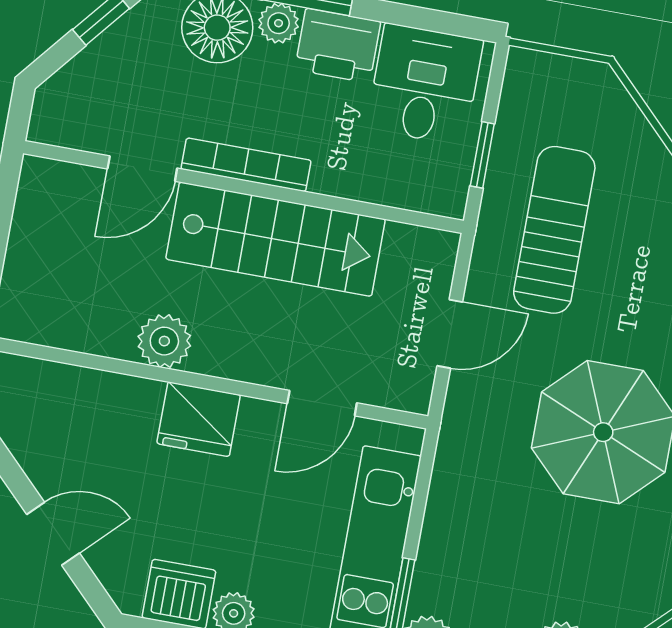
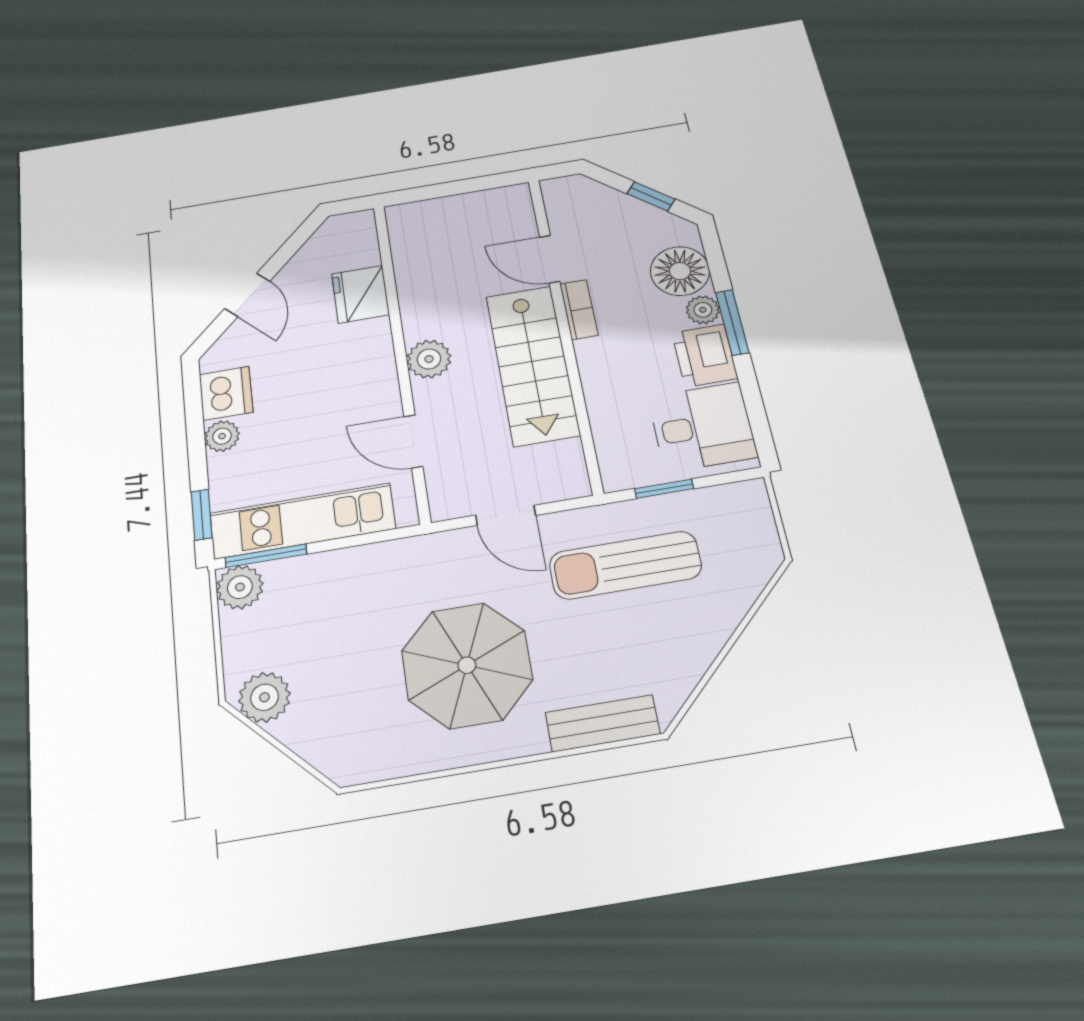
bookcase: (246, 165) -> (579, 309), width x0.64
sun lounger: (554, 230) -> (625, 565), turned 180
plant: (164, 341) -> (429, 359), moved
fridge: (199, 419) -> (360, 294), moved

